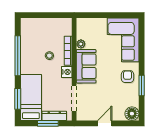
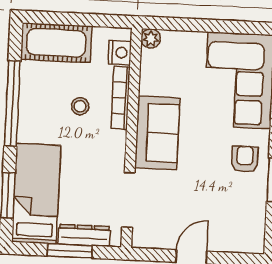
cot: (37, 27) -> (56, 43), added
plant: (81, 44) -> (151, 39), moved
nightstand: (67, 72) -> (120, 53), moved
floor lamp: (132, 114) -> (250, 239), removed

